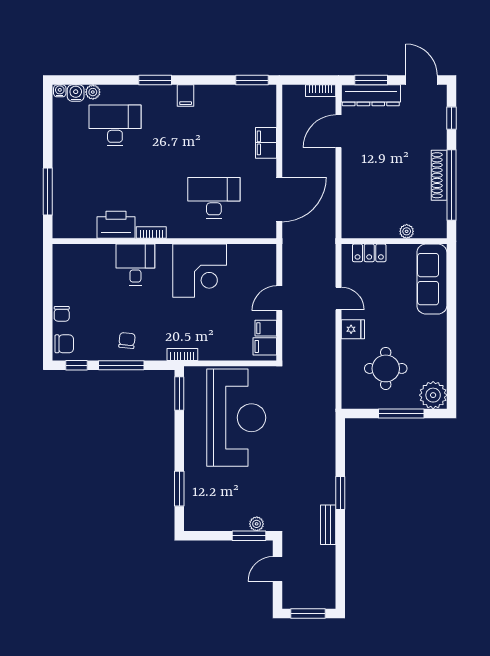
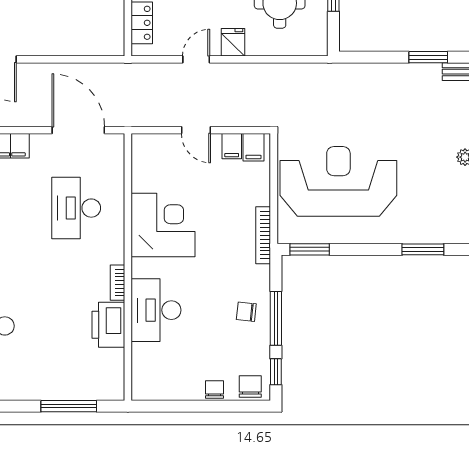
desk: (135, 265) -> (156, 310), width x1.37
chair: (62, 314) -> (215, 390), turned -90
bookcase: (182, 355) -> (263, 235), width x1.56

